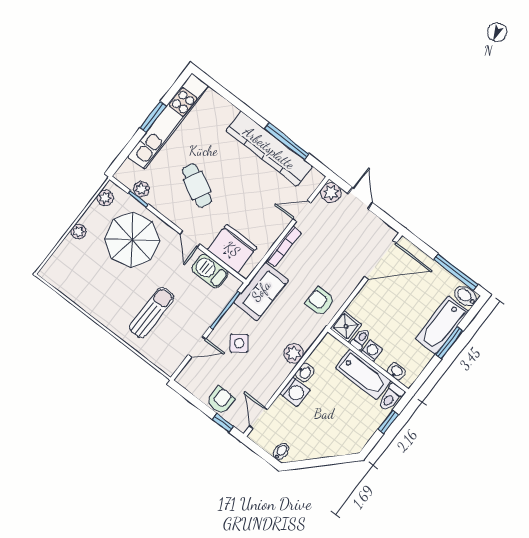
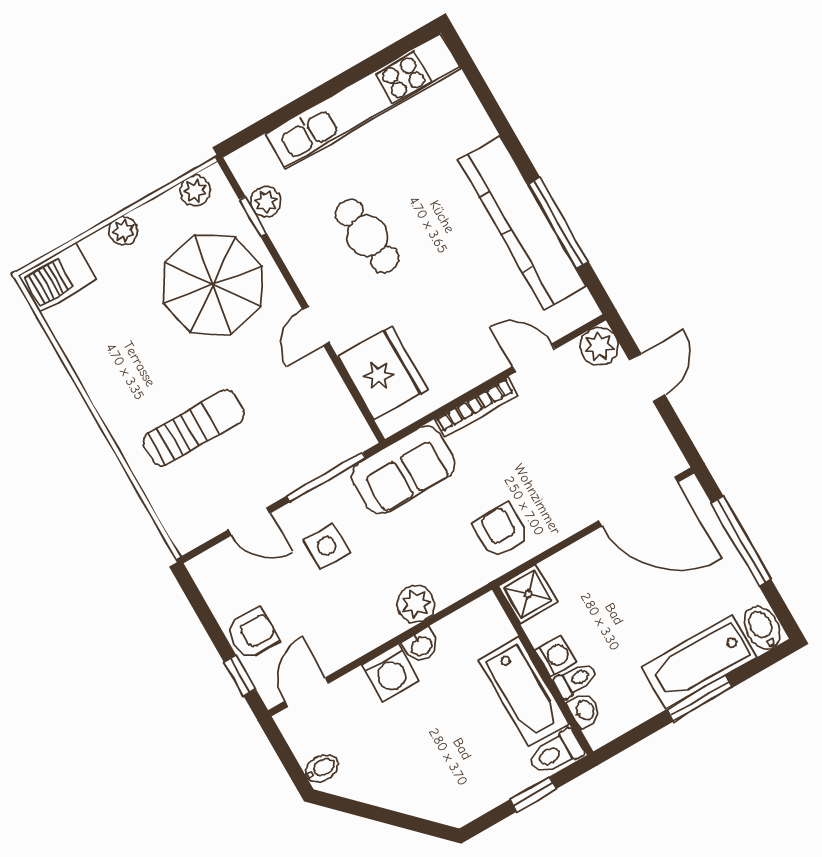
window: (153, 117) -> (340, 82), removed
cafe table: (197, 186) -> (367, 236), turned -35
barbecue: (210, 271) -> (57, 278), moved, turned -90
window: (456, 272) -> (741, 541), moved
toilet: (361, 339) -> (575, 680), moved
side table: (239, 343) -> (327, 546), turned 37

